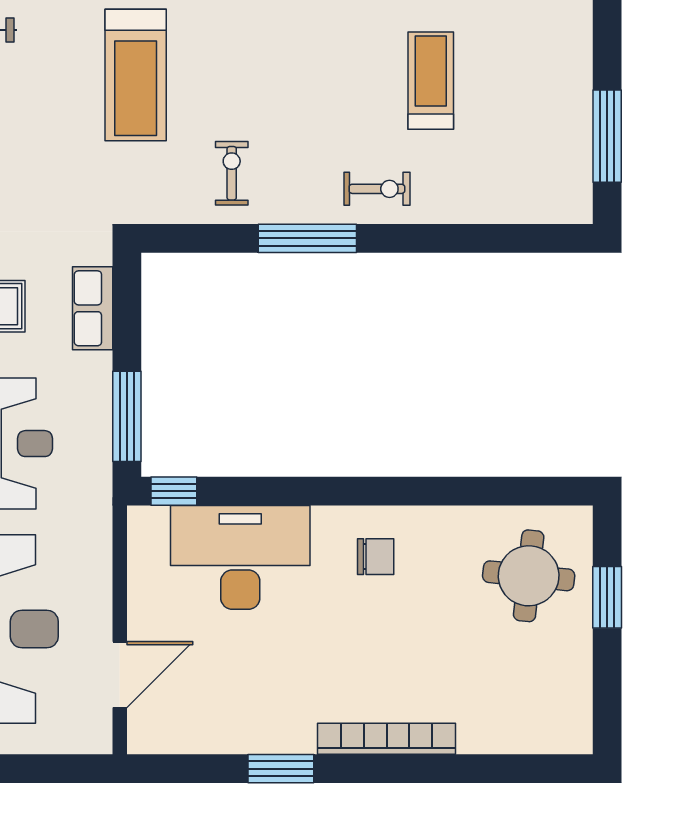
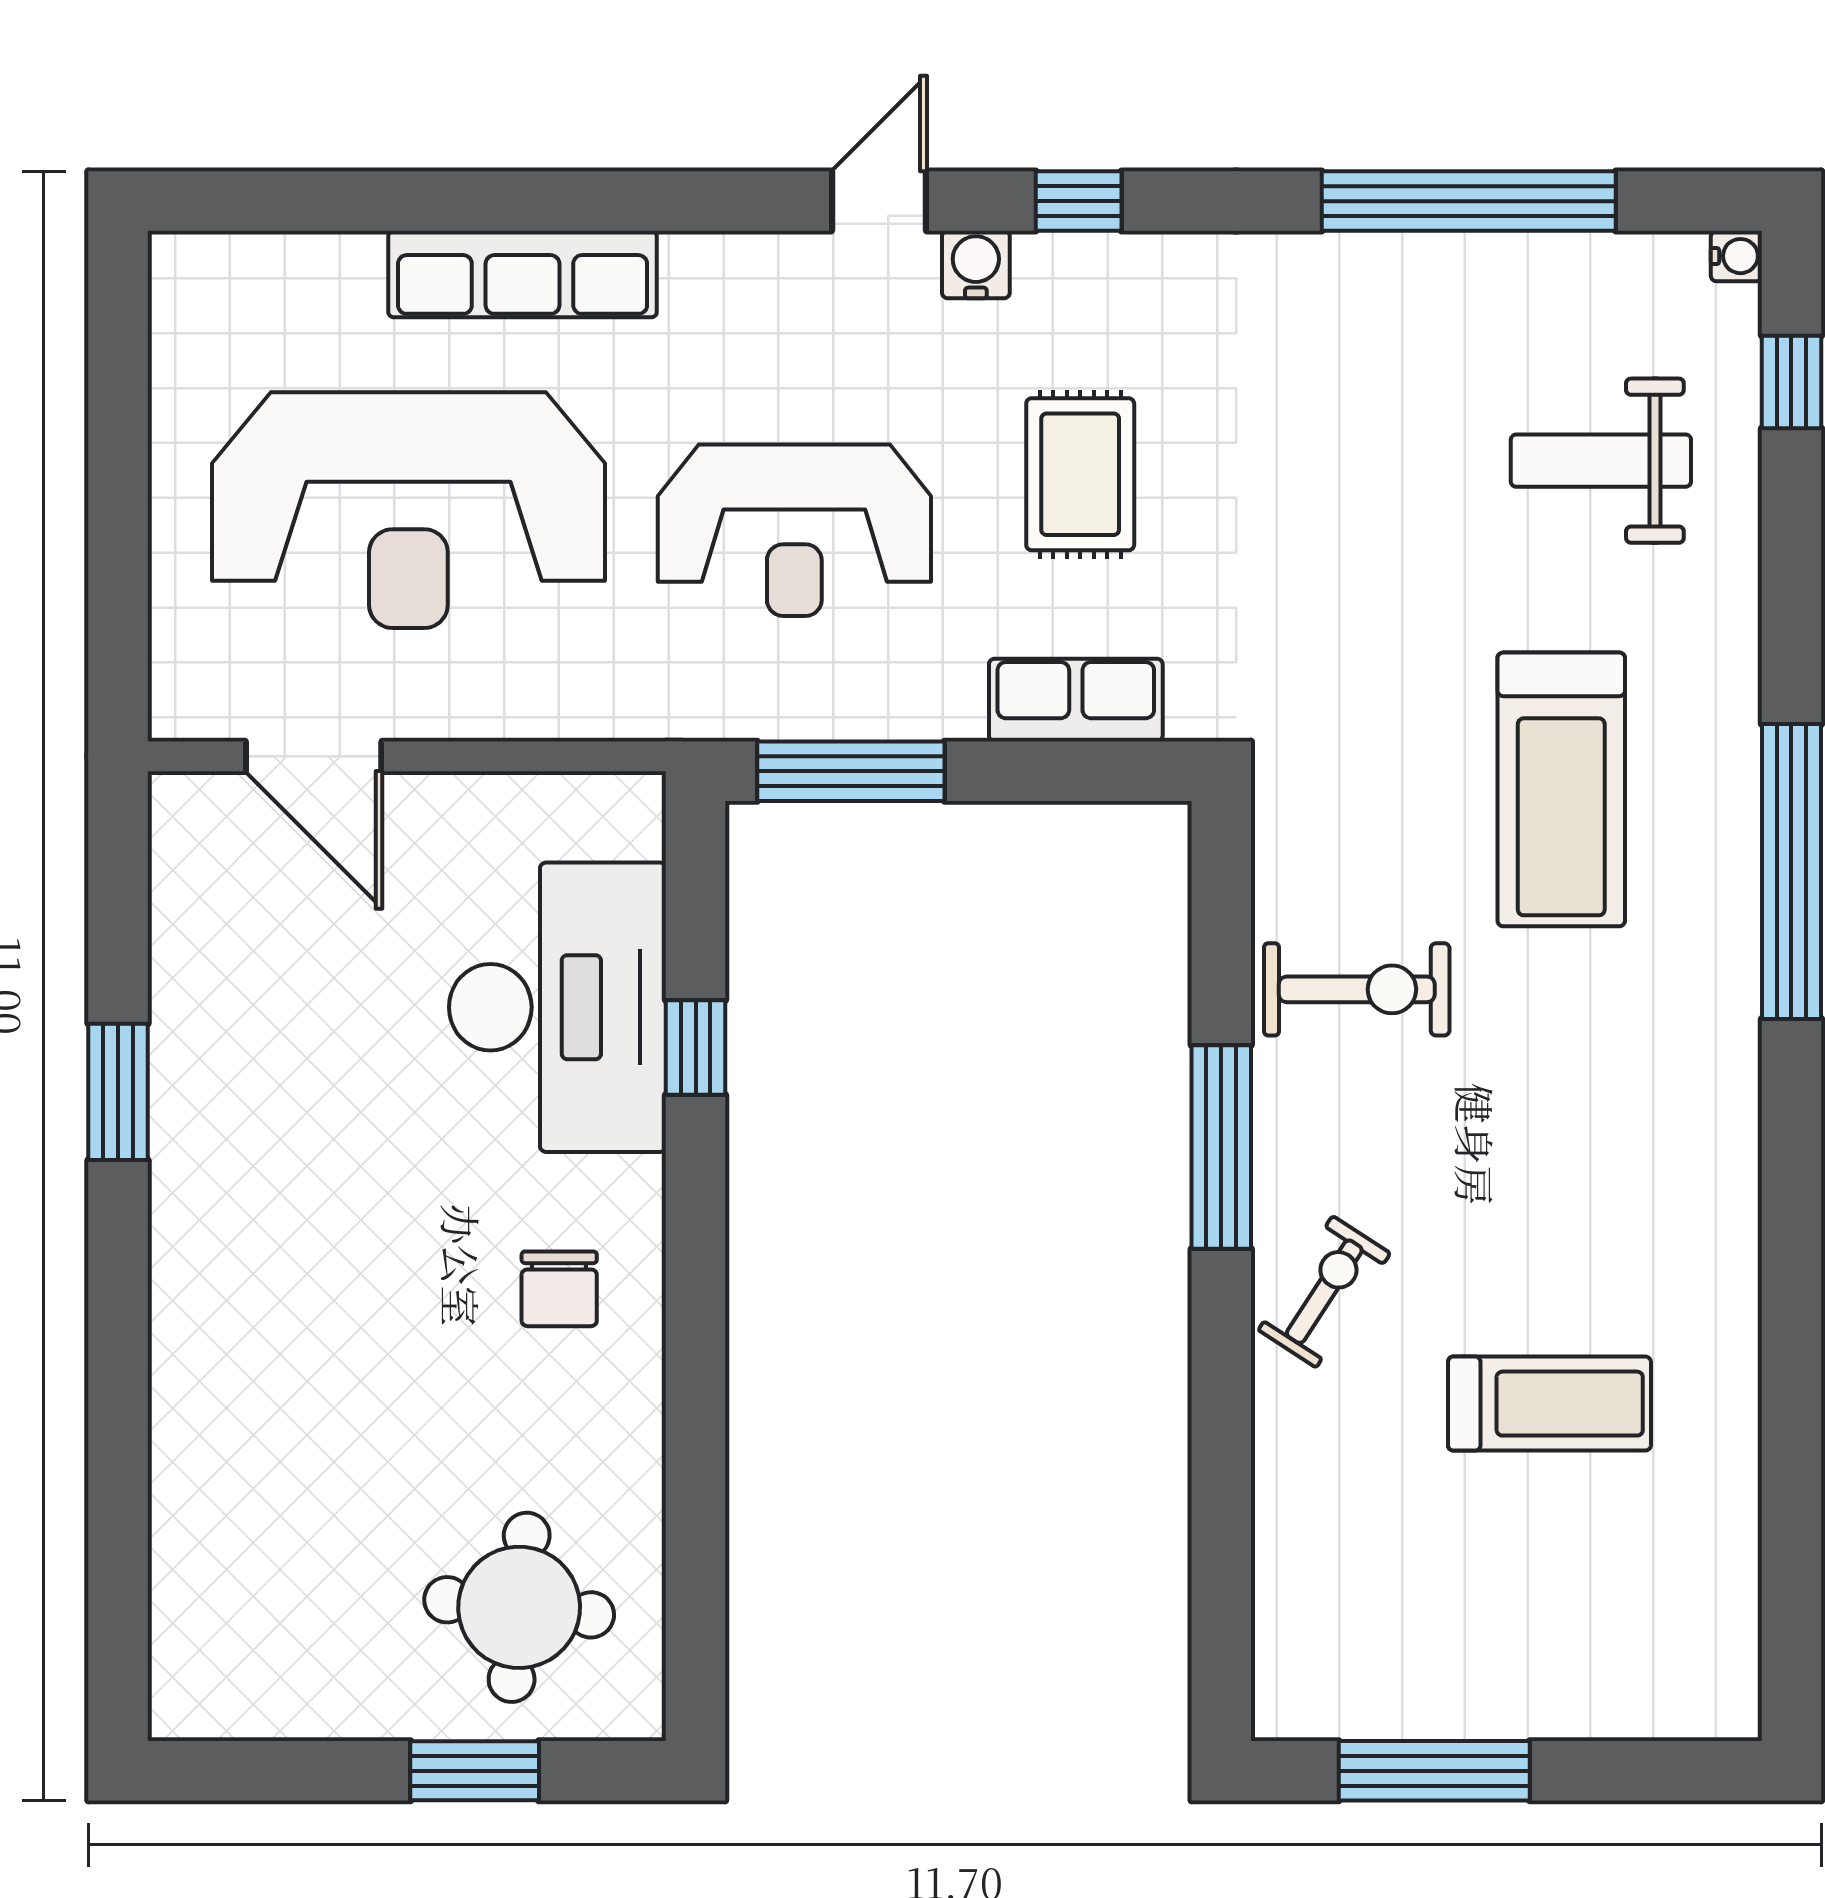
treadmill: (136, 75) -> (1561, 789), turned -90
exercise bike: (232, 173) -> (1357, 989), width x1.38, depth x1.39
exercise bike: (377, 189) -> (1324, 1292), turned -147
window: (174, 491) -> (696, 1047), moved
bookcase: (387, 739) -> (180, 1312), removed

